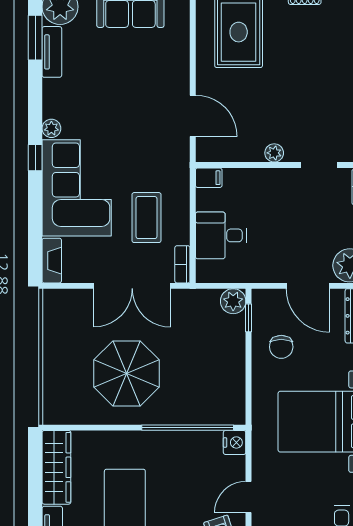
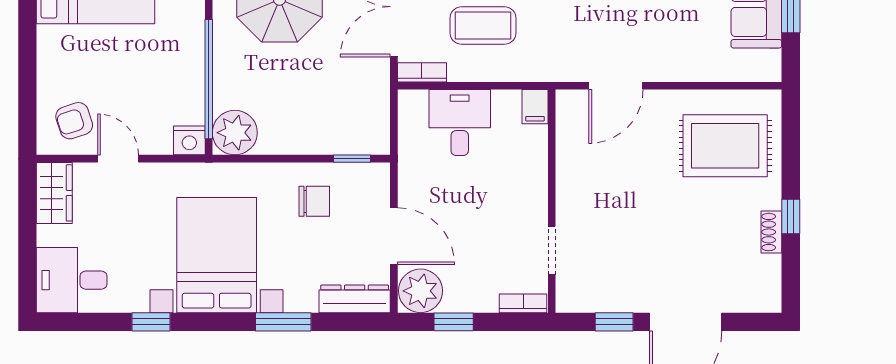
plant: (274, 153) -> (567, 192), removed
door: (308, 286) -> (394, 236), swing flipped
plant: (233, 301) -> (235, 133), moved, width x1.36, depth x1.36
chair: (281, 347) -> (314, 201), turned 180

